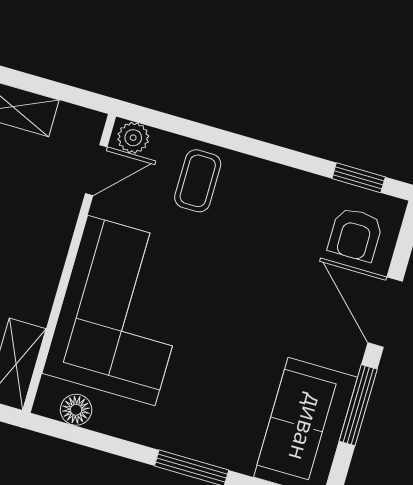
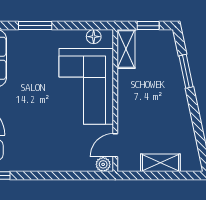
coffee table: (198, 181) -> (69, 154), removed

